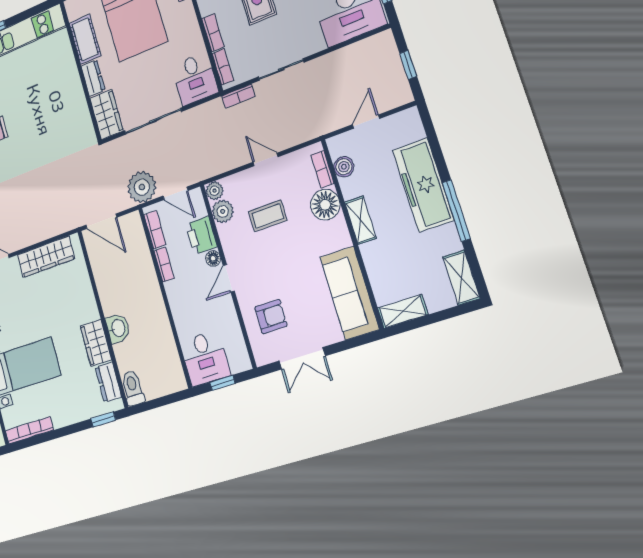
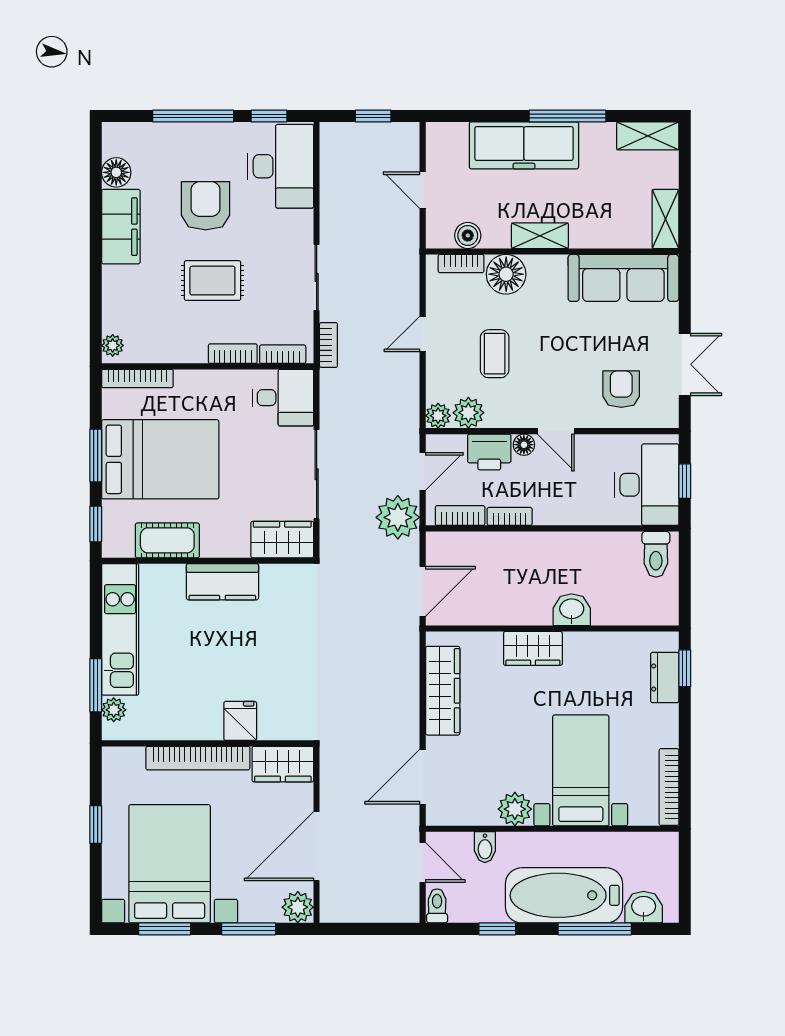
dresser: (93, 78) -> (225, 545), removed
kitchen counter: (71, 86) -> (222, 582), added
wardrobe: (96, 343) -> (533, 648), moved
desk: (205, 358) -> (647, 485), width x1.37
dresser: (108, 382) -> (665, 678), moved, turned 90
toilet: (133, 388) -> (656, 554), moved, turned -90

